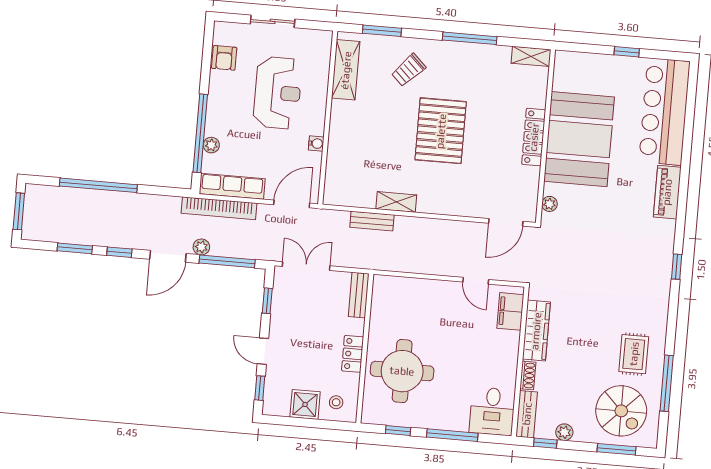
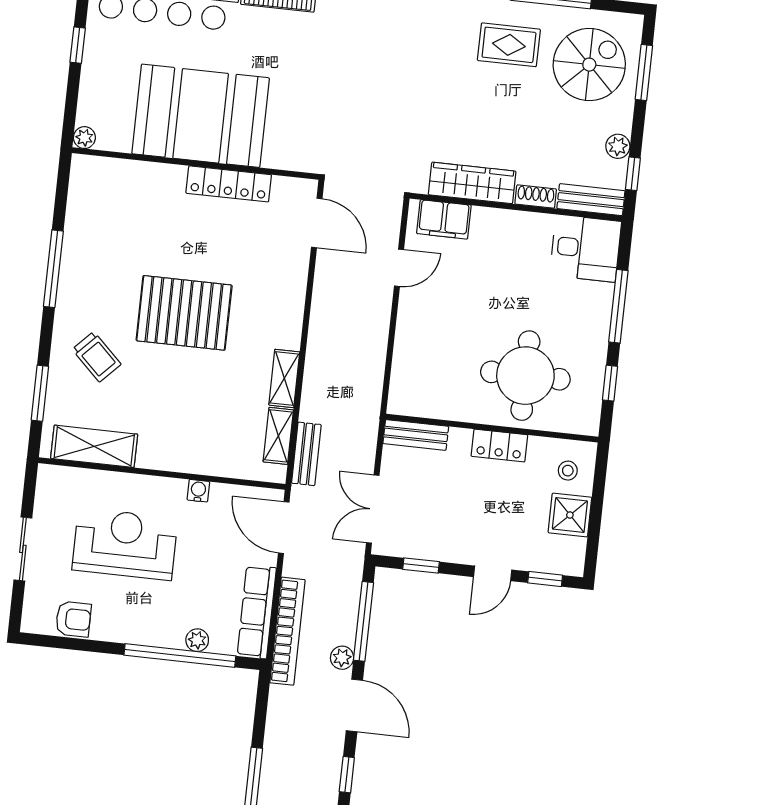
shelving: (531, 56) -> (278, 436), moved
locker: (534, 137) -> (229, 184), moved
plant: (549, 204) -> (84, 138), moved
bench: (372, 221) -> (306, 454), moved

